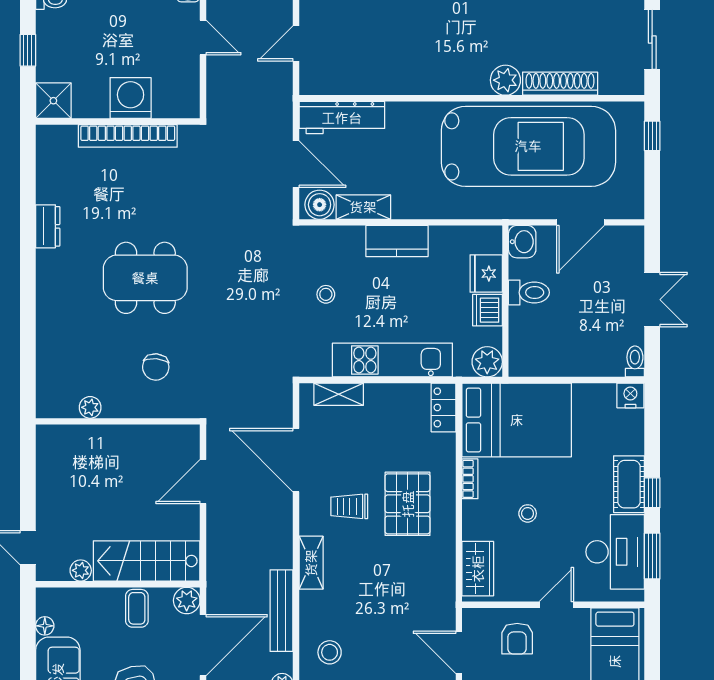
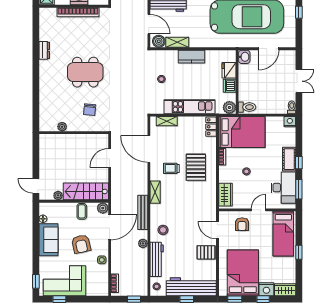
toilet: (529, 292) -> (247, 107), moved

